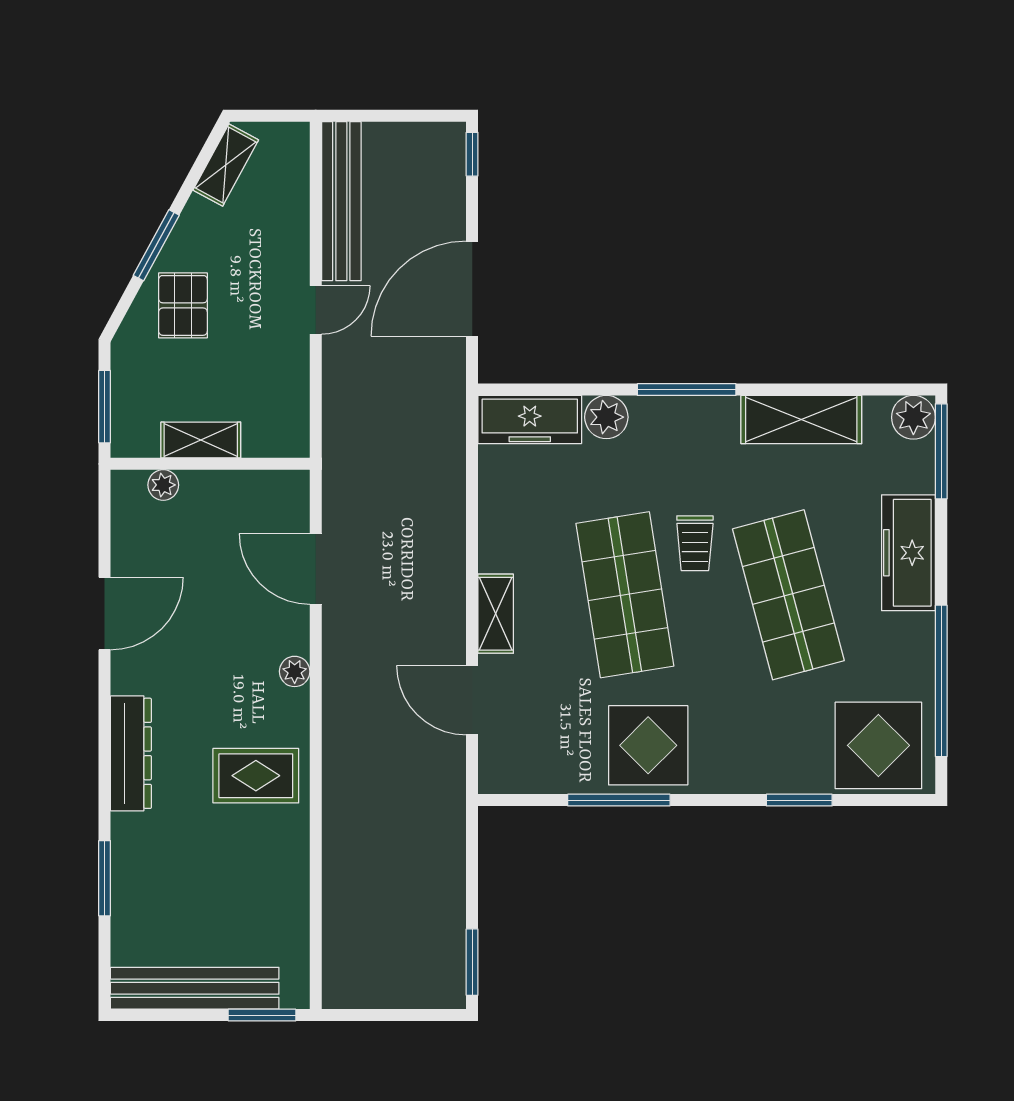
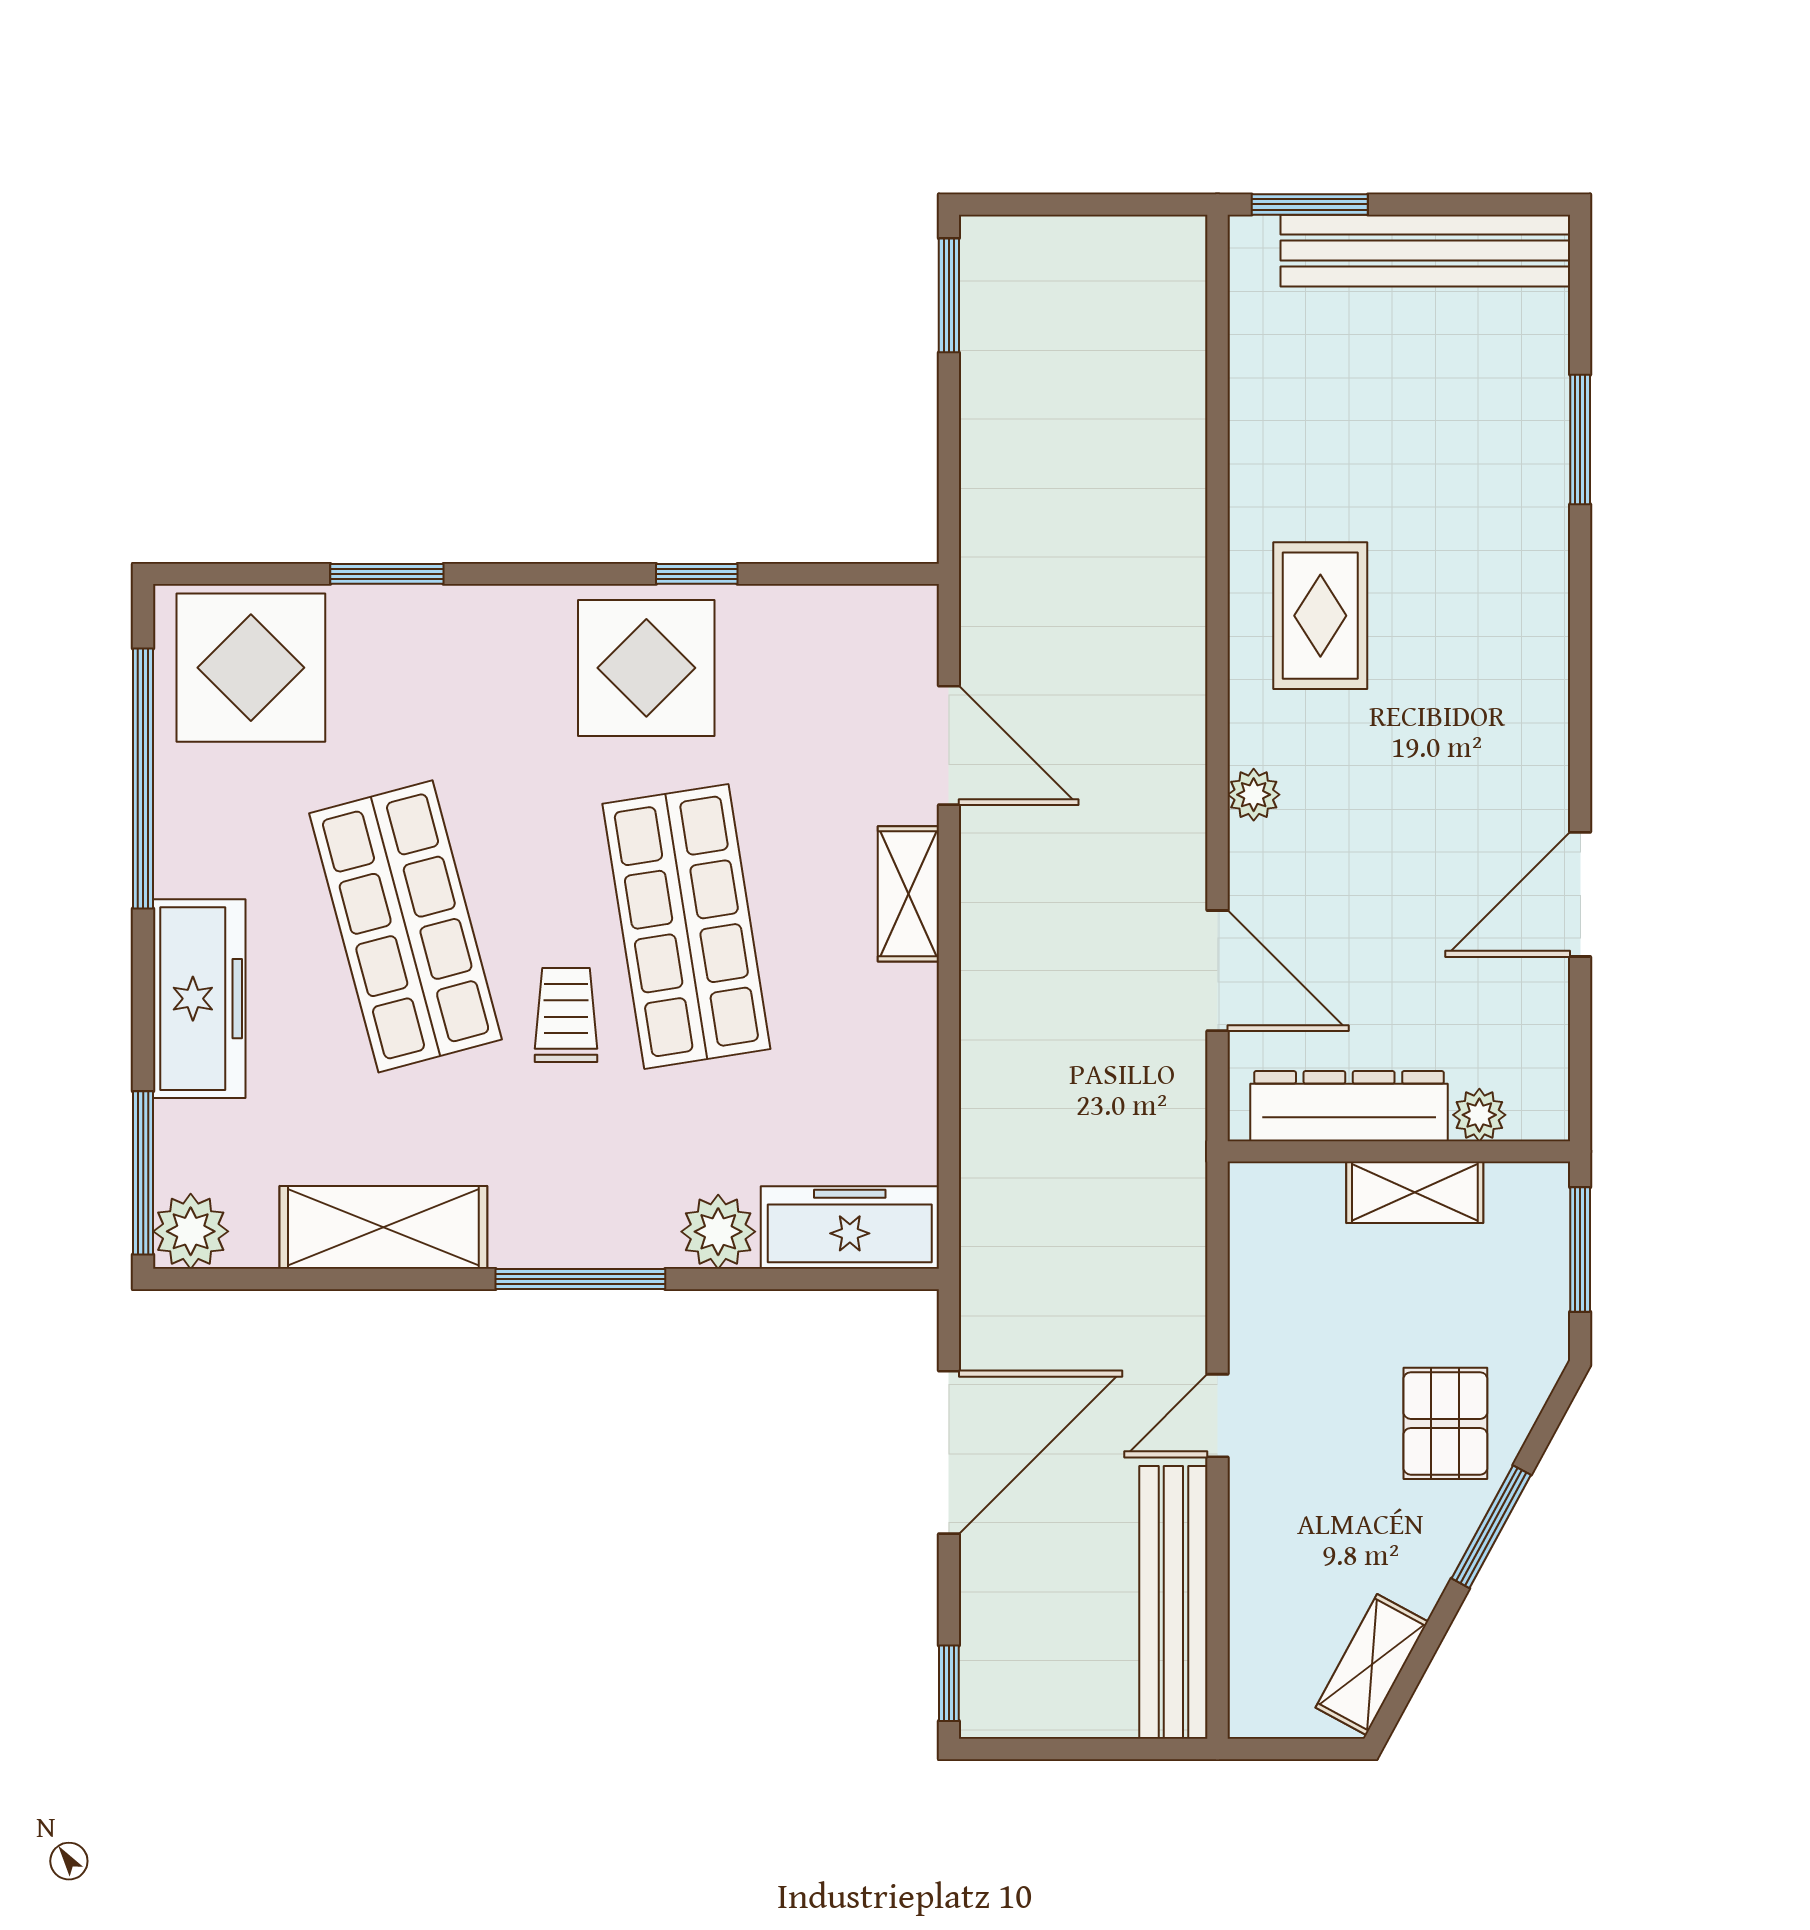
dresser: (131, 753) -> (1349, 1106), moved, turned 90
rug: (256, 776) -> (1320, 616), turned 90
window: (619, 800) -> (697, 574), width x0.46

